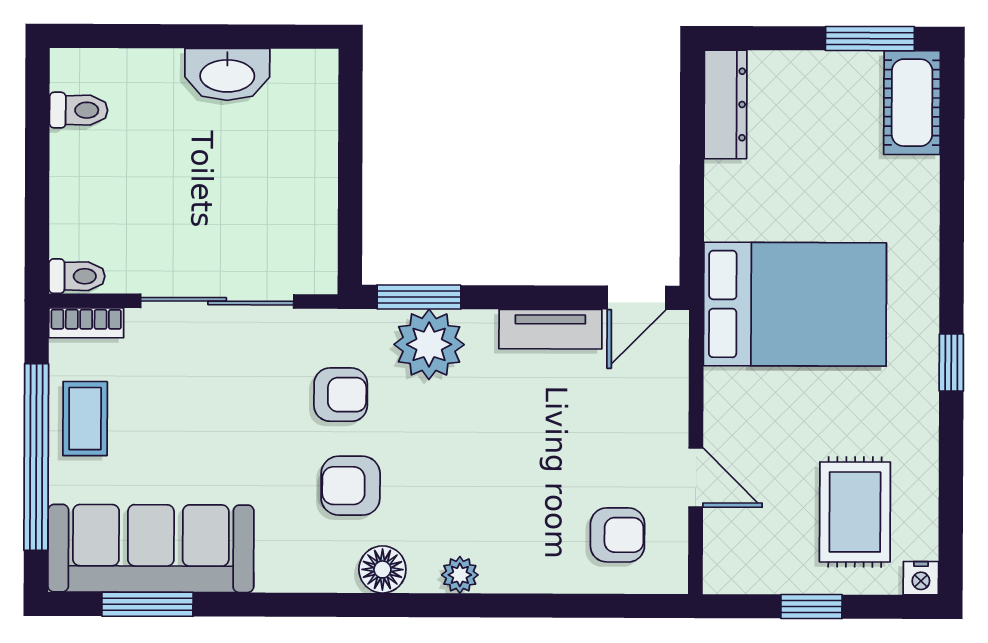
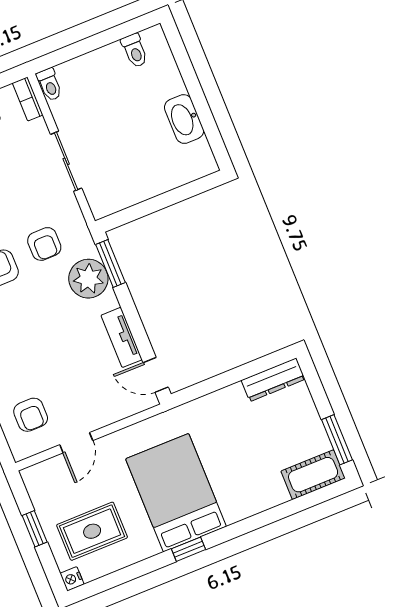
sliding door: (217, 301) -> (66, 161), width x0.73
bed: (795, 304) -> (176, 493), moved, turned 180

